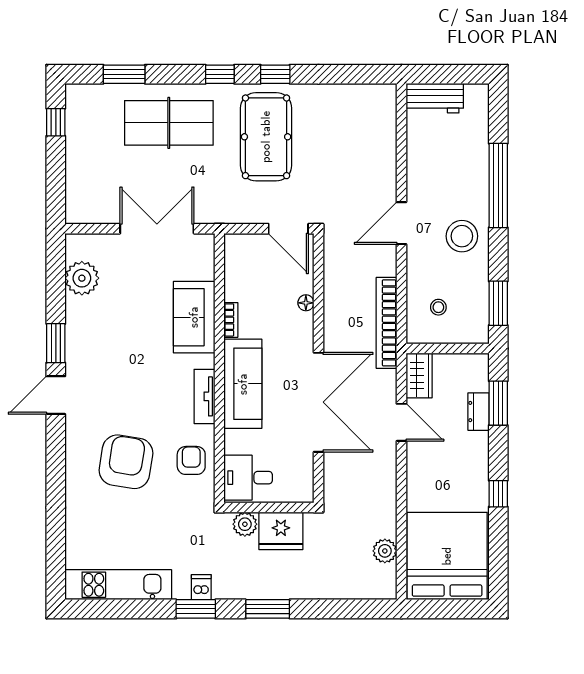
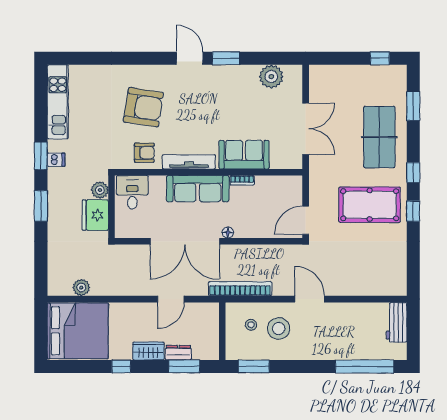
window: (498, 186) -> (365, 366), moved
stool: (462, 236) -> (279, 328), moved
floor lamp: (306, 303) -> (228, 233), moved
wardrobe: (419, 376) -> (148, 351), moved, turned 180
tv unit: (204, 396) -> (189, 162), width x1.41

